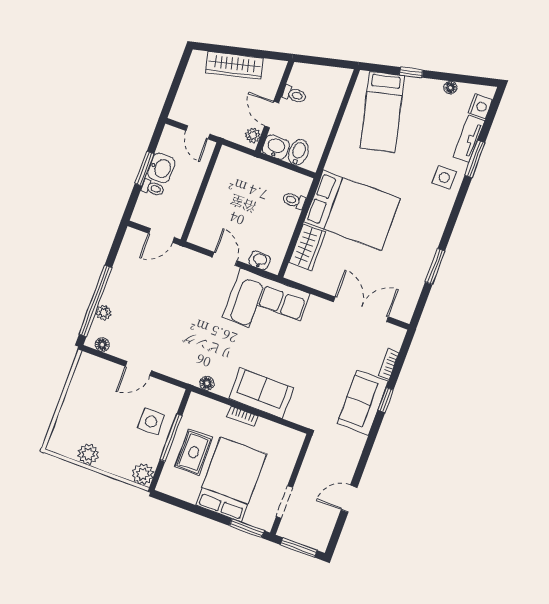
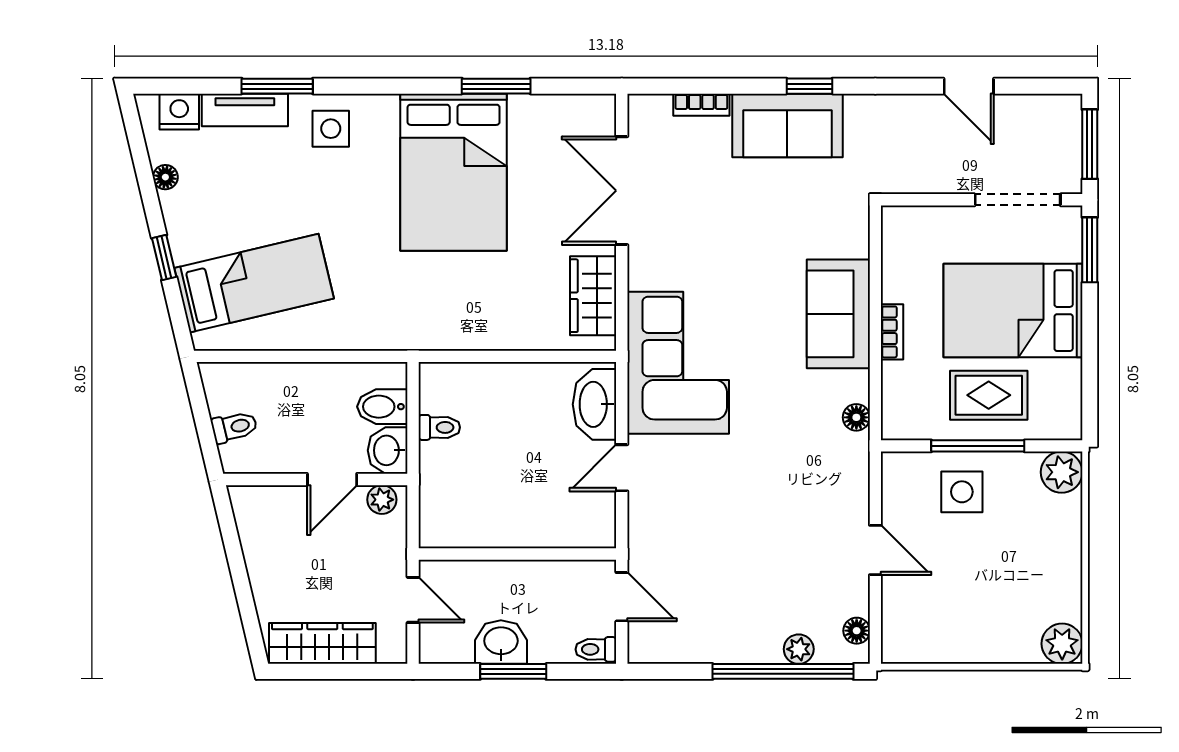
wardrobe: (234, 65) -> (322, 643), moved, turned -77
toilet: (294, 95) -> (234, 427), moved, turned 77
door: (198, 132) -> (413, 600), hinge flipped
toilet: (153, 188) -> (596, 649), moved, turned -90
toilet: (294, 201) -> (439, 427), moved, turned -90
bed: (352, 210) -> (454, 172), moved, turned 180
wardrobe: (307, 247) -> (593, 296), moved, turned -90
washbasin: (260, 260) -> (595, 404), width x1.91, depth x1.45
window: (386, 400) -> (809, 86), moved
plant: (88, 454) -> (1062, 644), moved
doorway: (284, 502) -> (1018, 200), width x1.38

